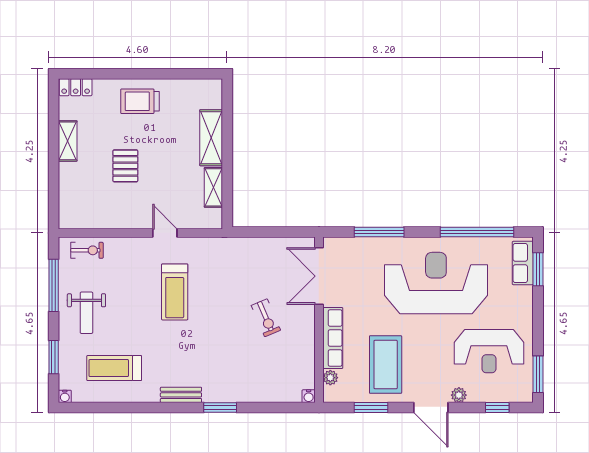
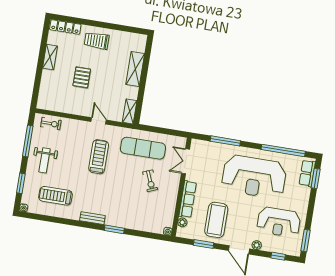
locker: (76, 87) -> (65, 27), width x1.53
shelving: (213, 187) -> (130, 111), moved
exercise mat: (245, 266) -> (143, 148), added
double door: (319, 276) -> (186, 161), width x0.73
reception desk: (436, 283) -> (254, 177), turned 180
treadmill: (175, 292) -> (99, 157), turned 180

